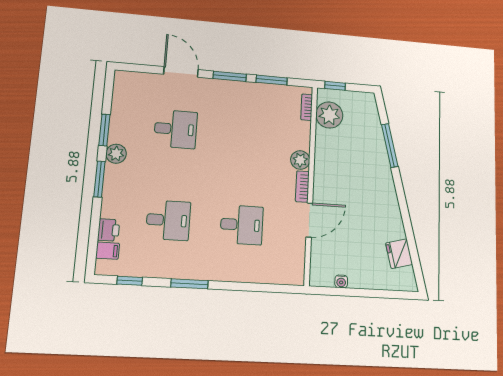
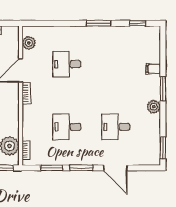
window: (104, 130) -> (163, 148), moved
plant: (300, 160) -> (29, 43), moved
desk: (168, 220) -> (67, 127), moved
printer: (109, 230) -> (154, 55), removed
filing cabinet: (108, 251) -> (153, 69), moved

